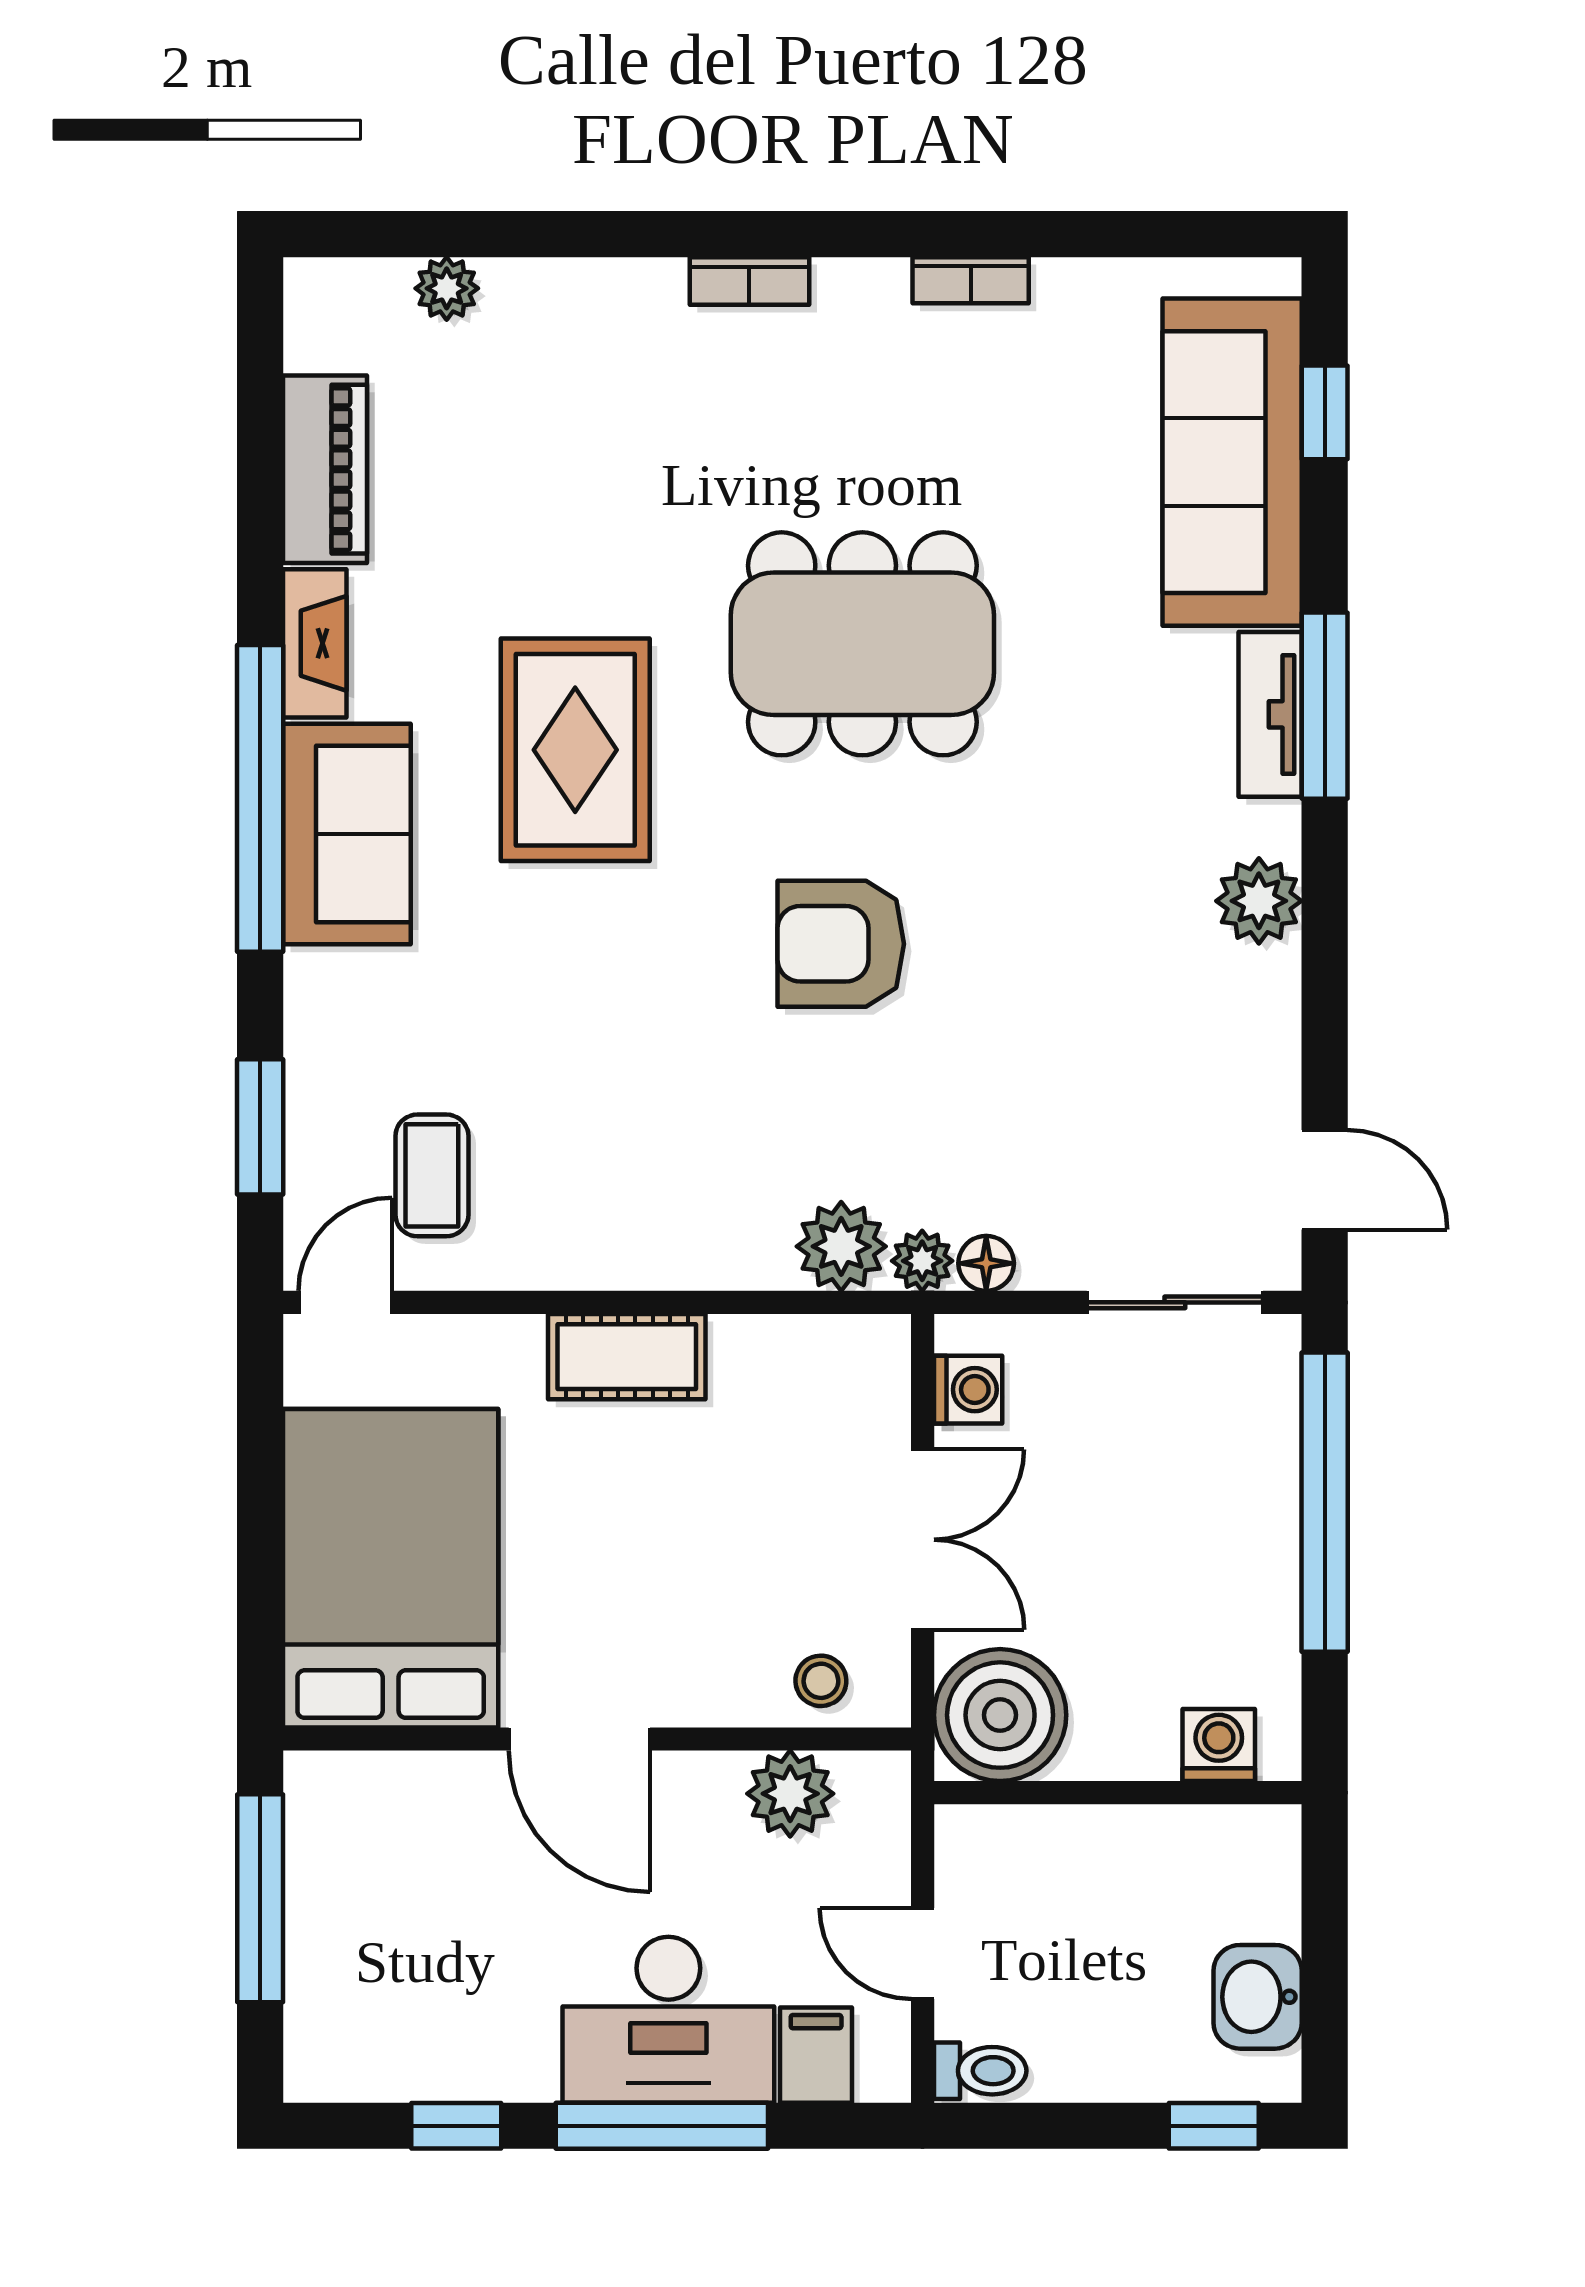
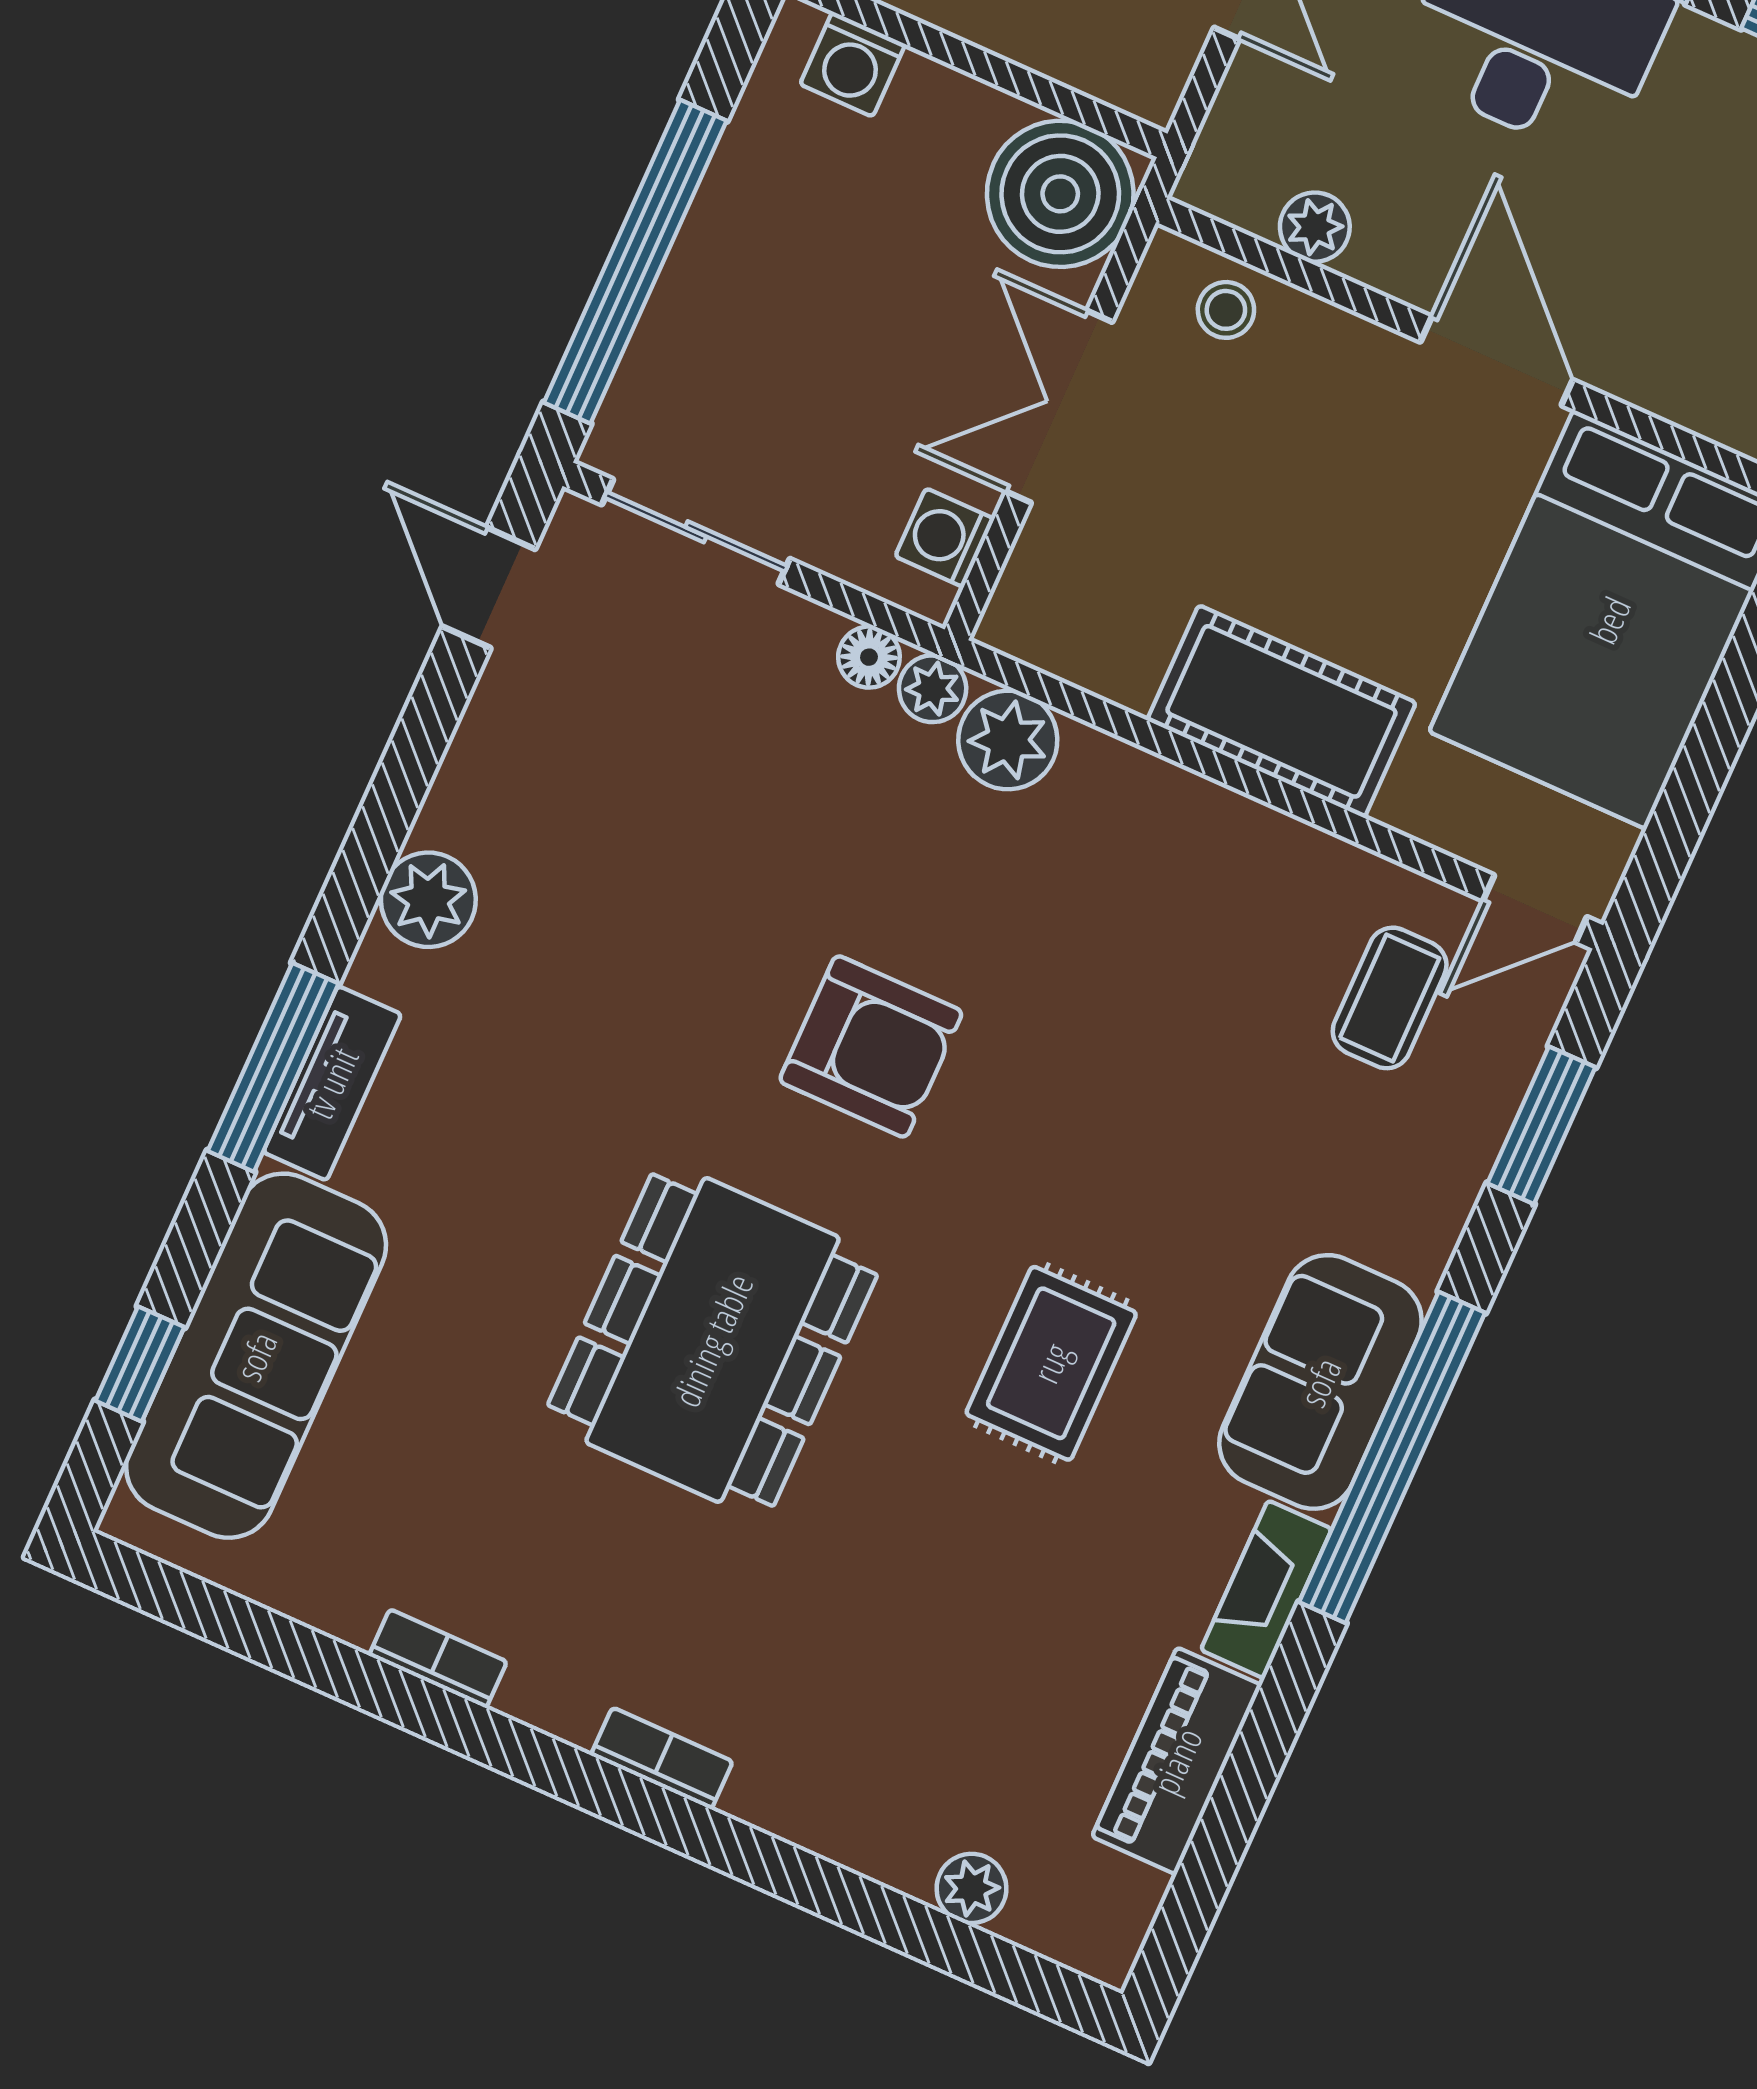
dining table: (862, 644) -> (713, 1340), turned 90
rug: (575, 750) -> (1051, 1363), width x0.73, depth x0.70
cot: (627, 1357) -> (1282, 711), width x1.37, depth x1.34
plant: (790, 1794) -> (1315, 227), width x0.73, depth x0.73

